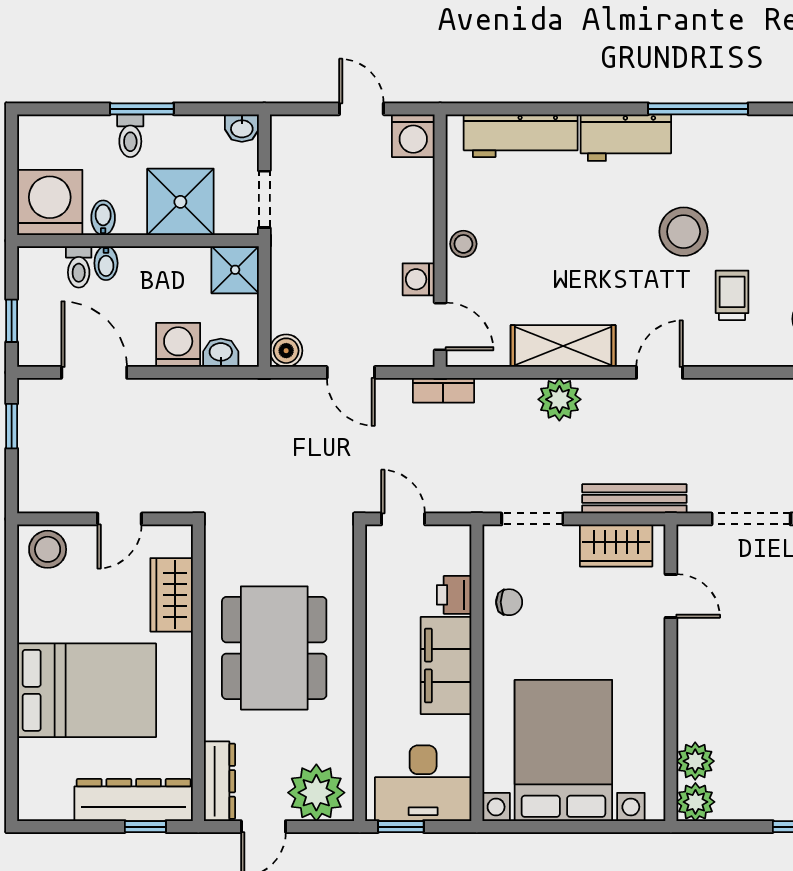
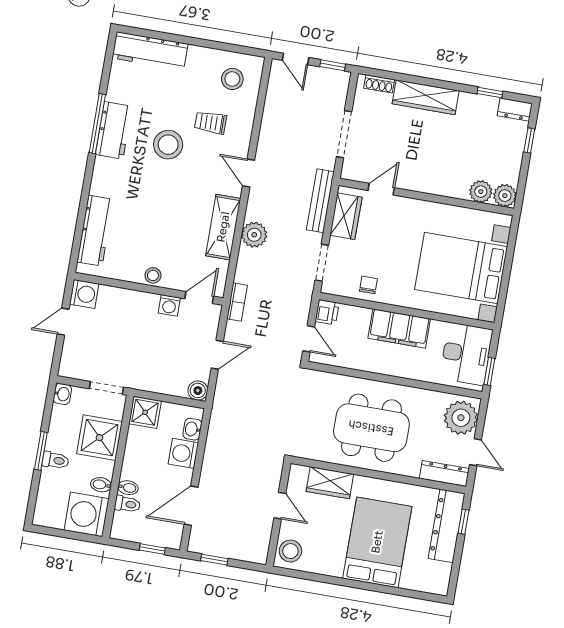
workbench: (626, 138) -> (114, 130), moved
door: (403, 519) -> (309, 339), swing flipped
printer: (454, 595) -> (327, 312), moved, turned -90

